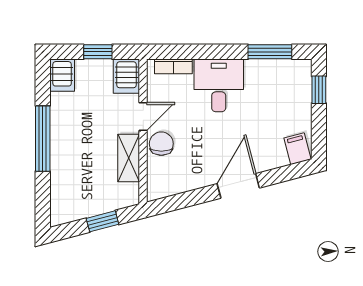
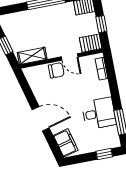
desk: (219, 85) -> (99, 113), moved
filing cabinet: (297, 149) -> (66, 143), width x2.00
shelving: (129, 158) -> (32, 56), moved

